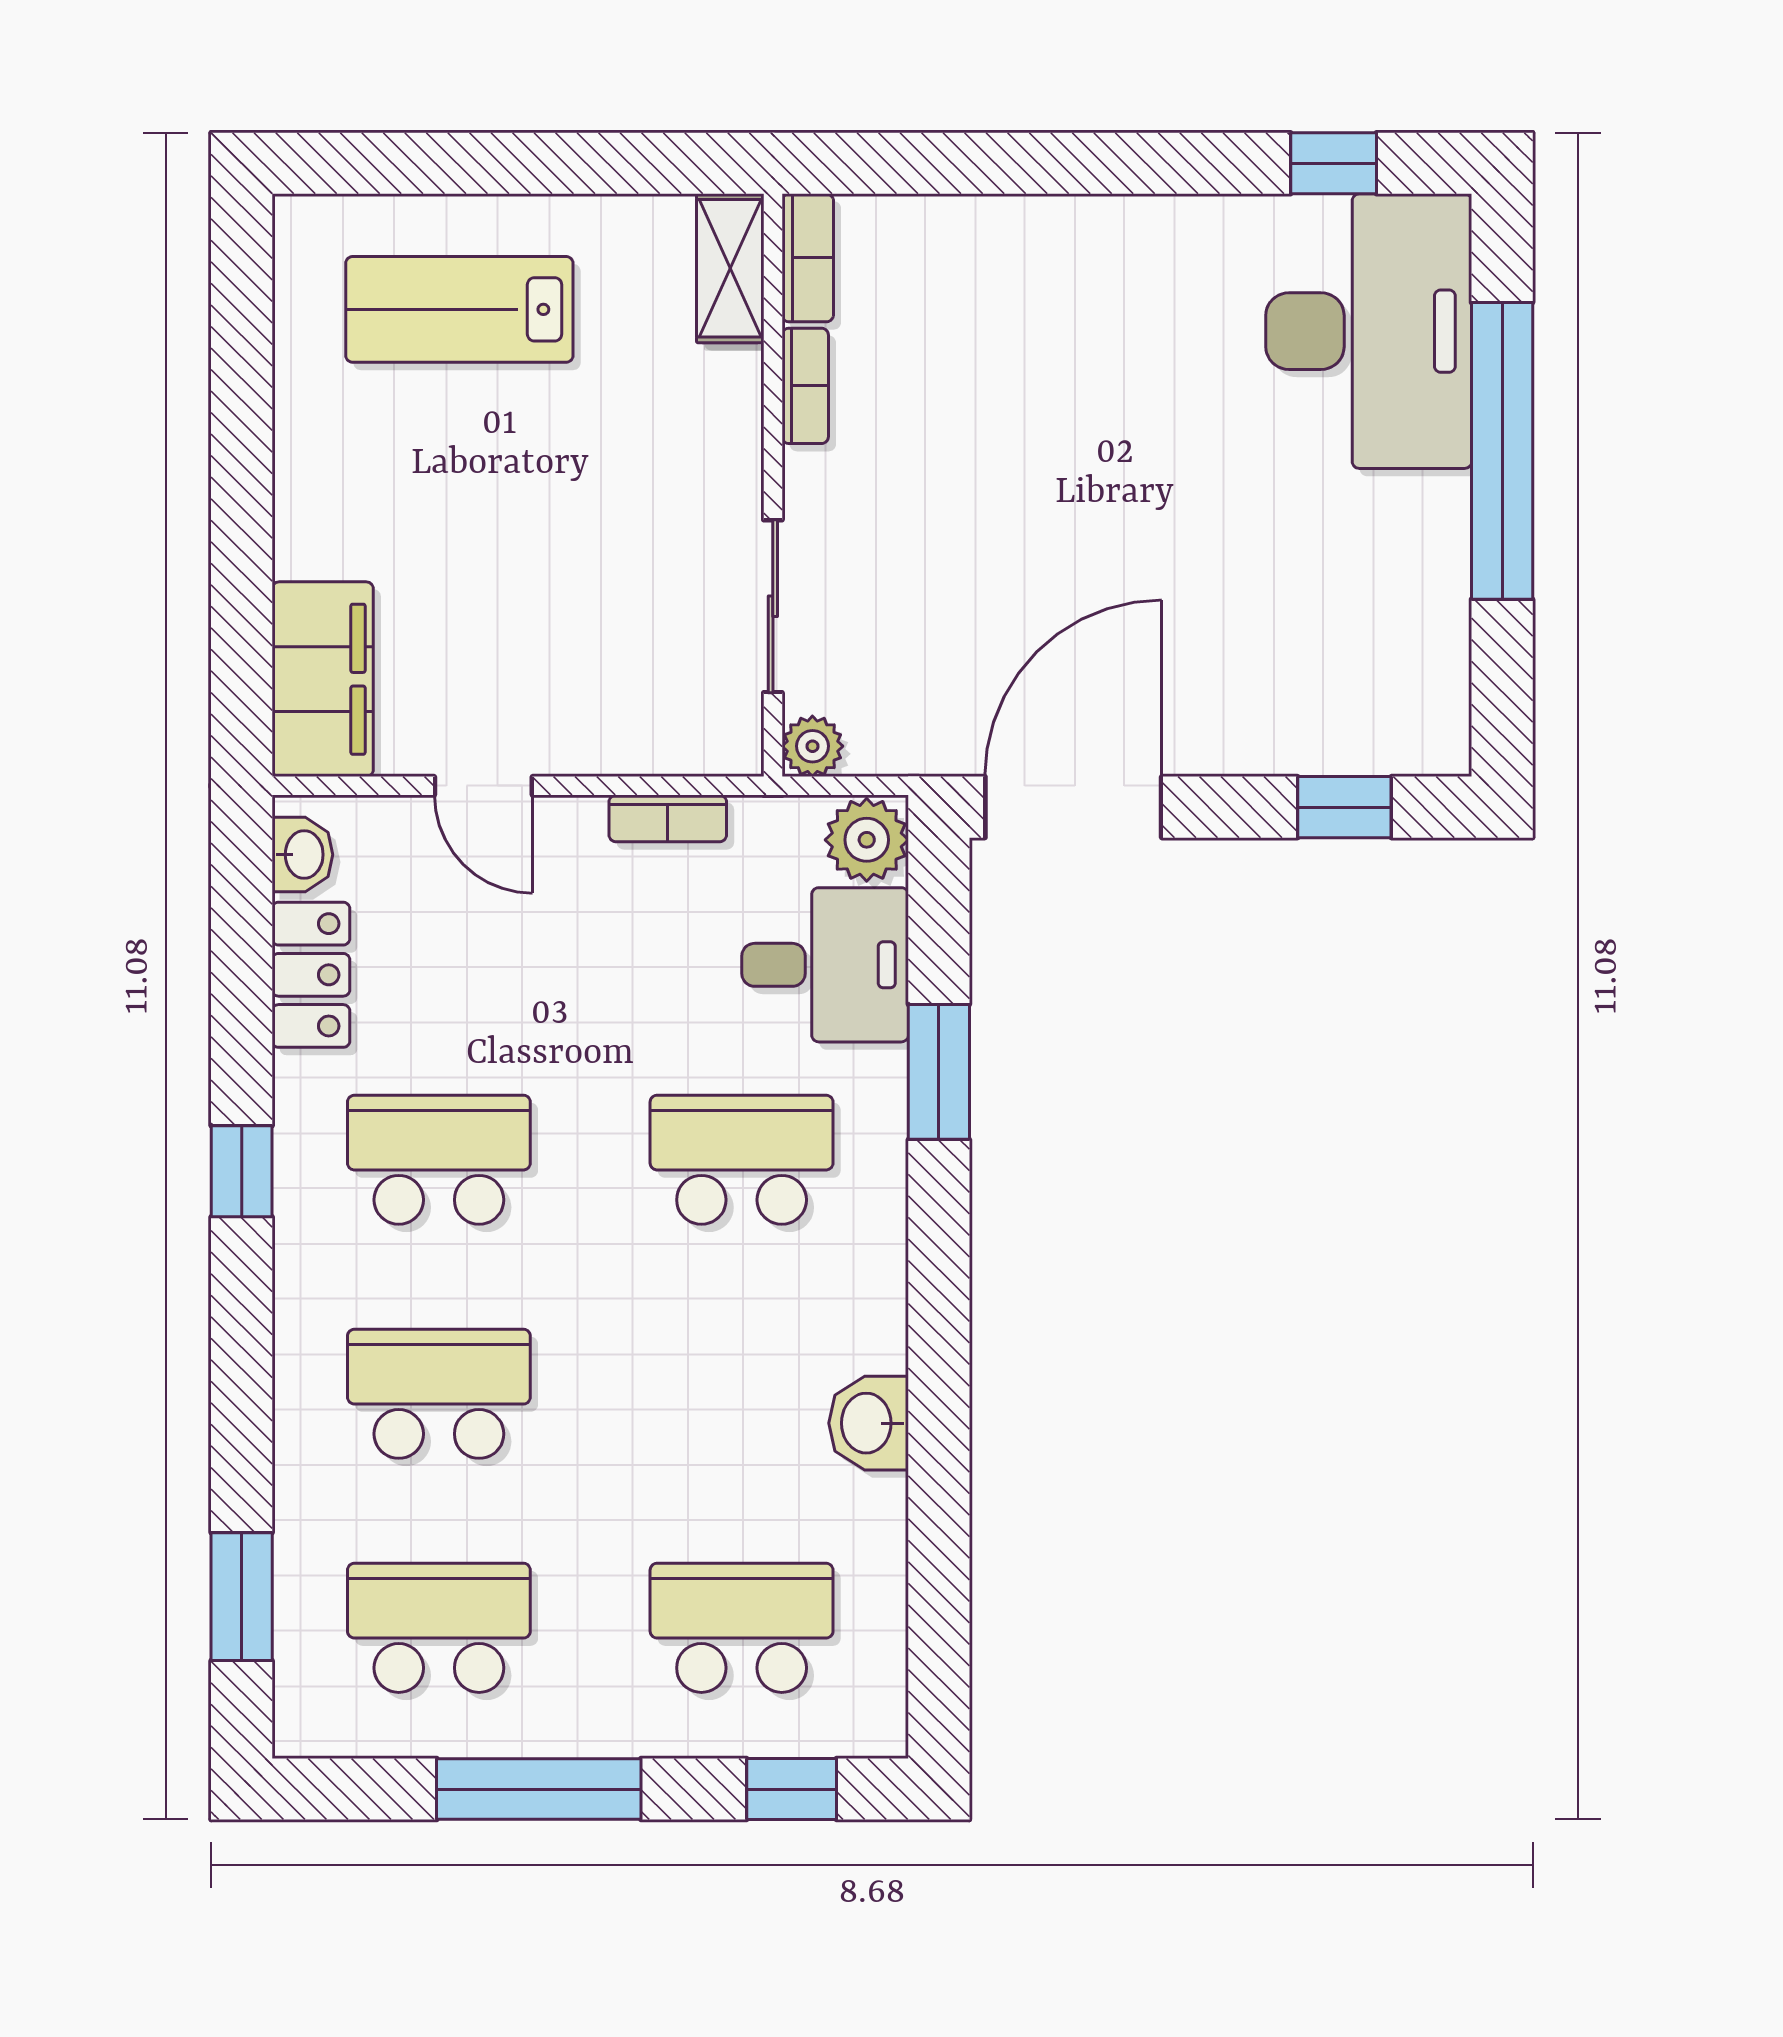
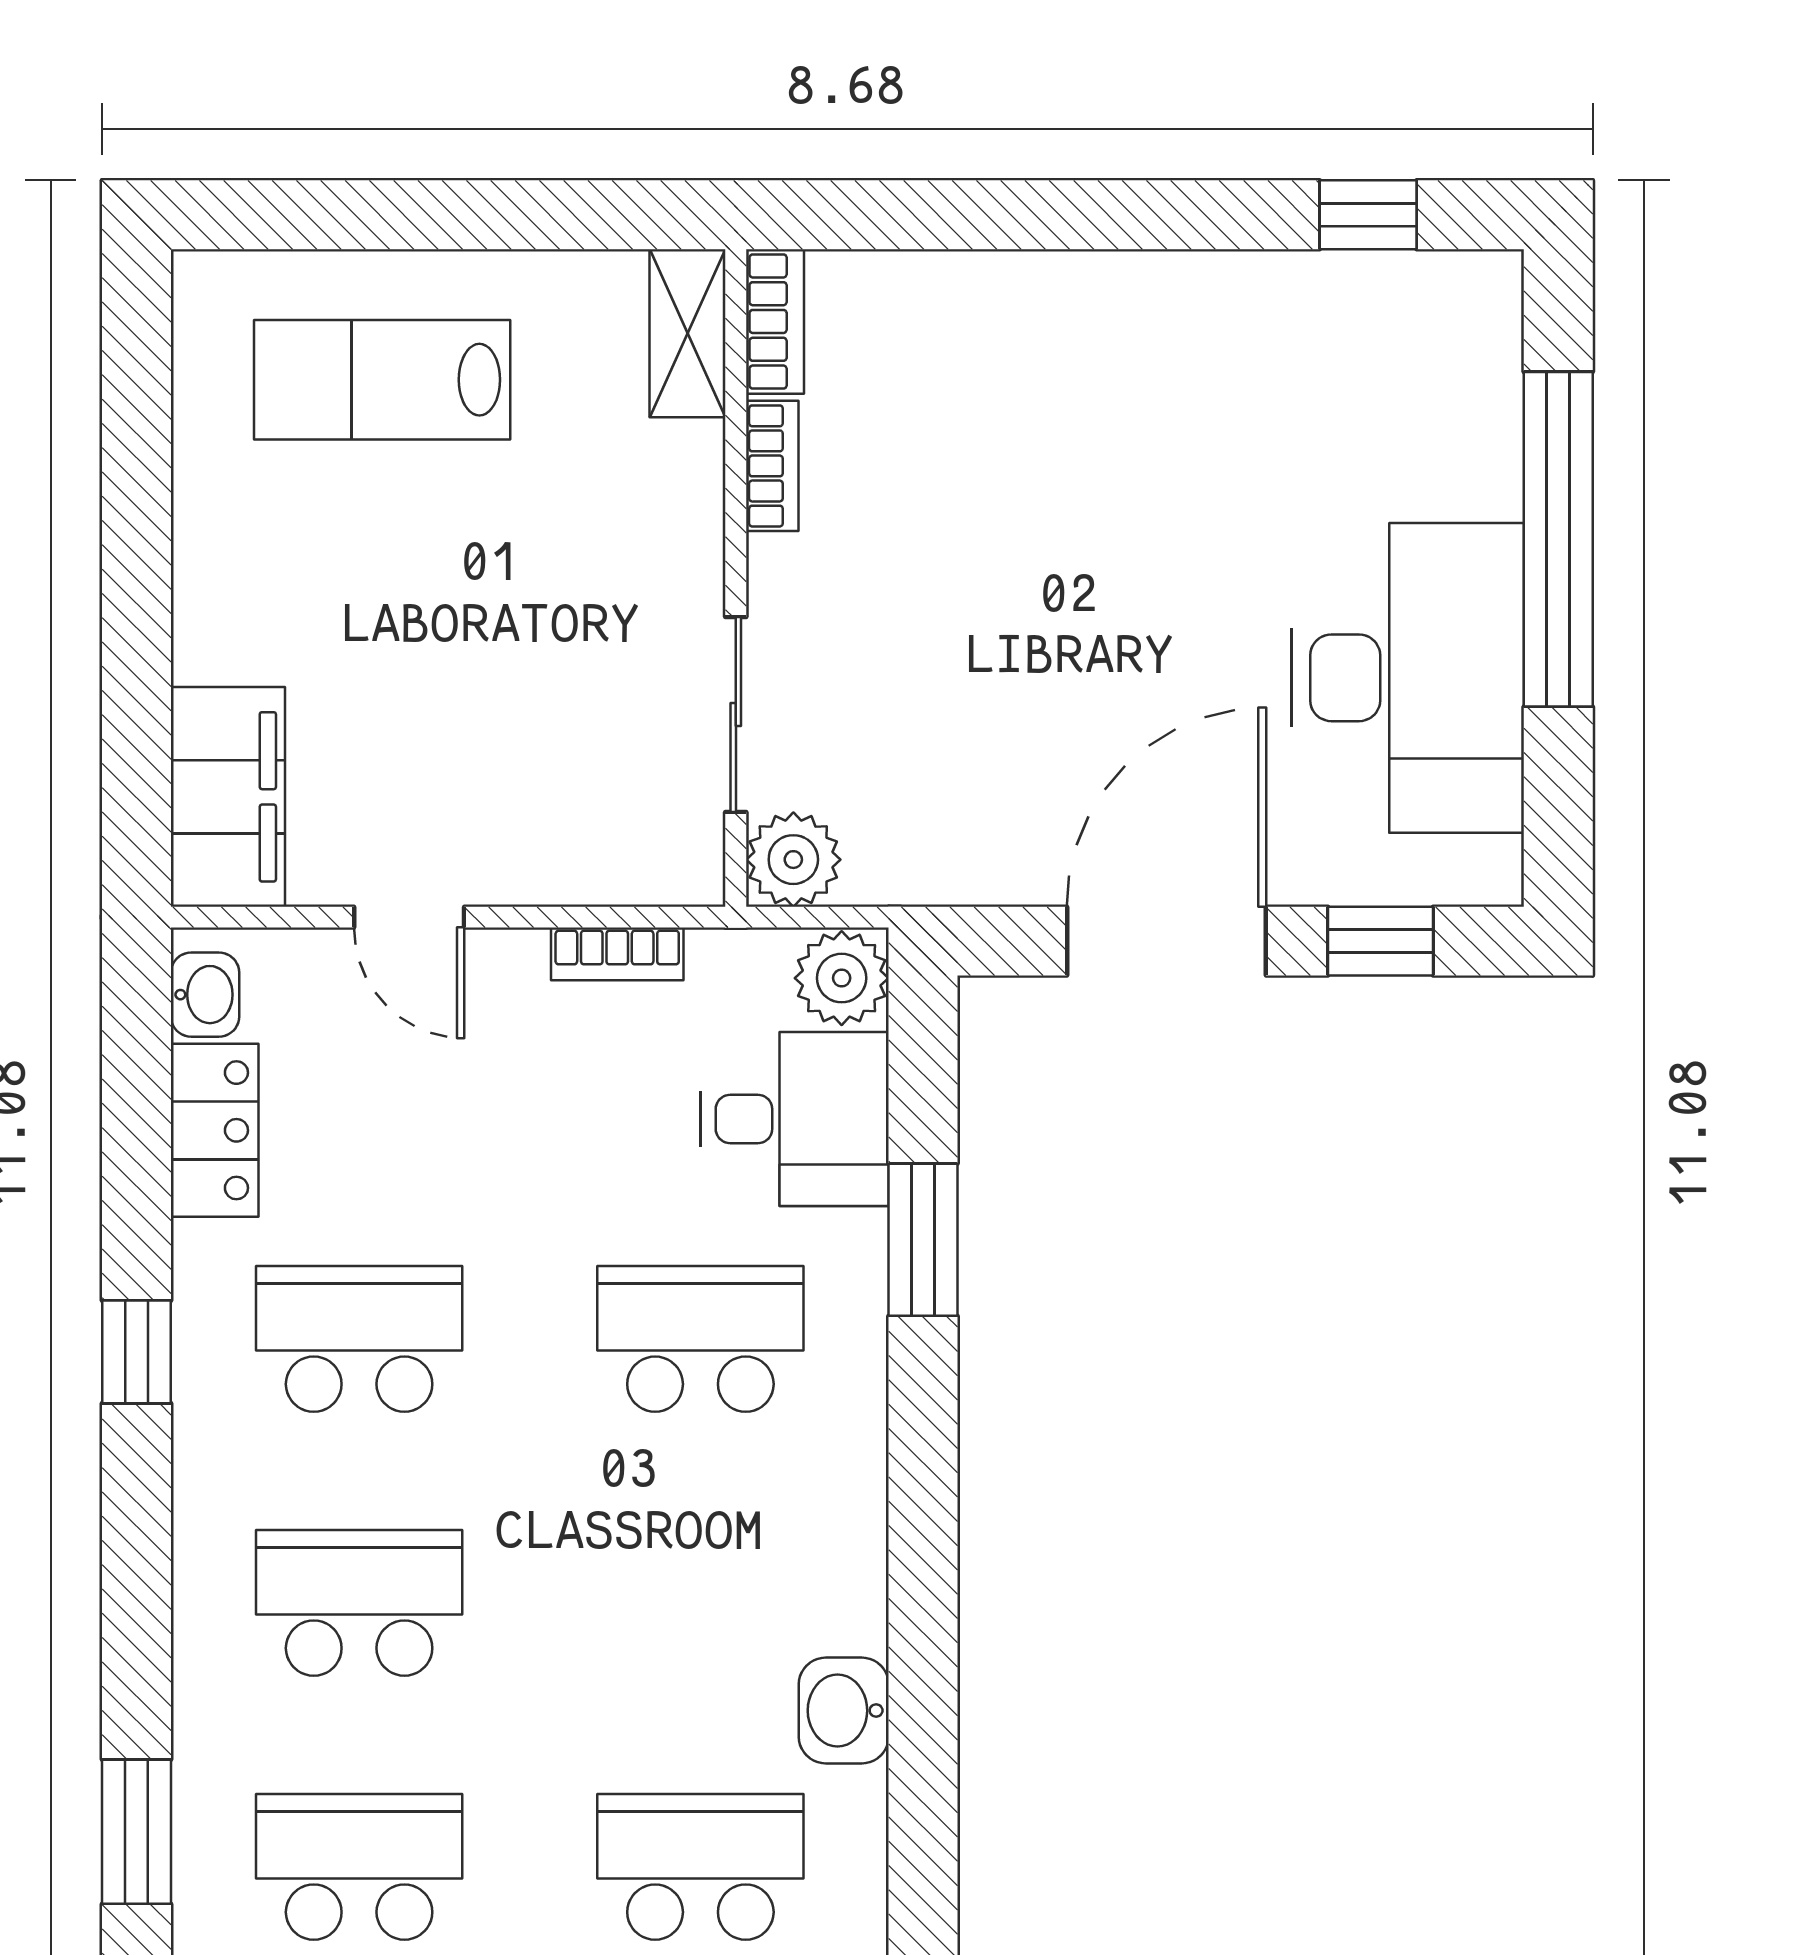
desk: (1369, 331) -> (1408, 678), moved
plant: (812, 746) -> (793, 860), width x1.38, depth x1.38
door: (1073, 807) -> (1166, 941), moved
washbasin: (869, 1423) -> (844, 1711), moved

